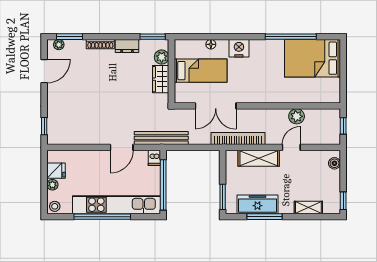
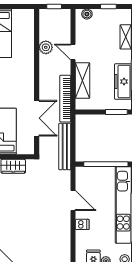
bench: (161, 138) -> (65, 147), moved
dishwasher: (154, 158) -> (82, 224), moved
window: (343, 201) -> (108, 7), moved

